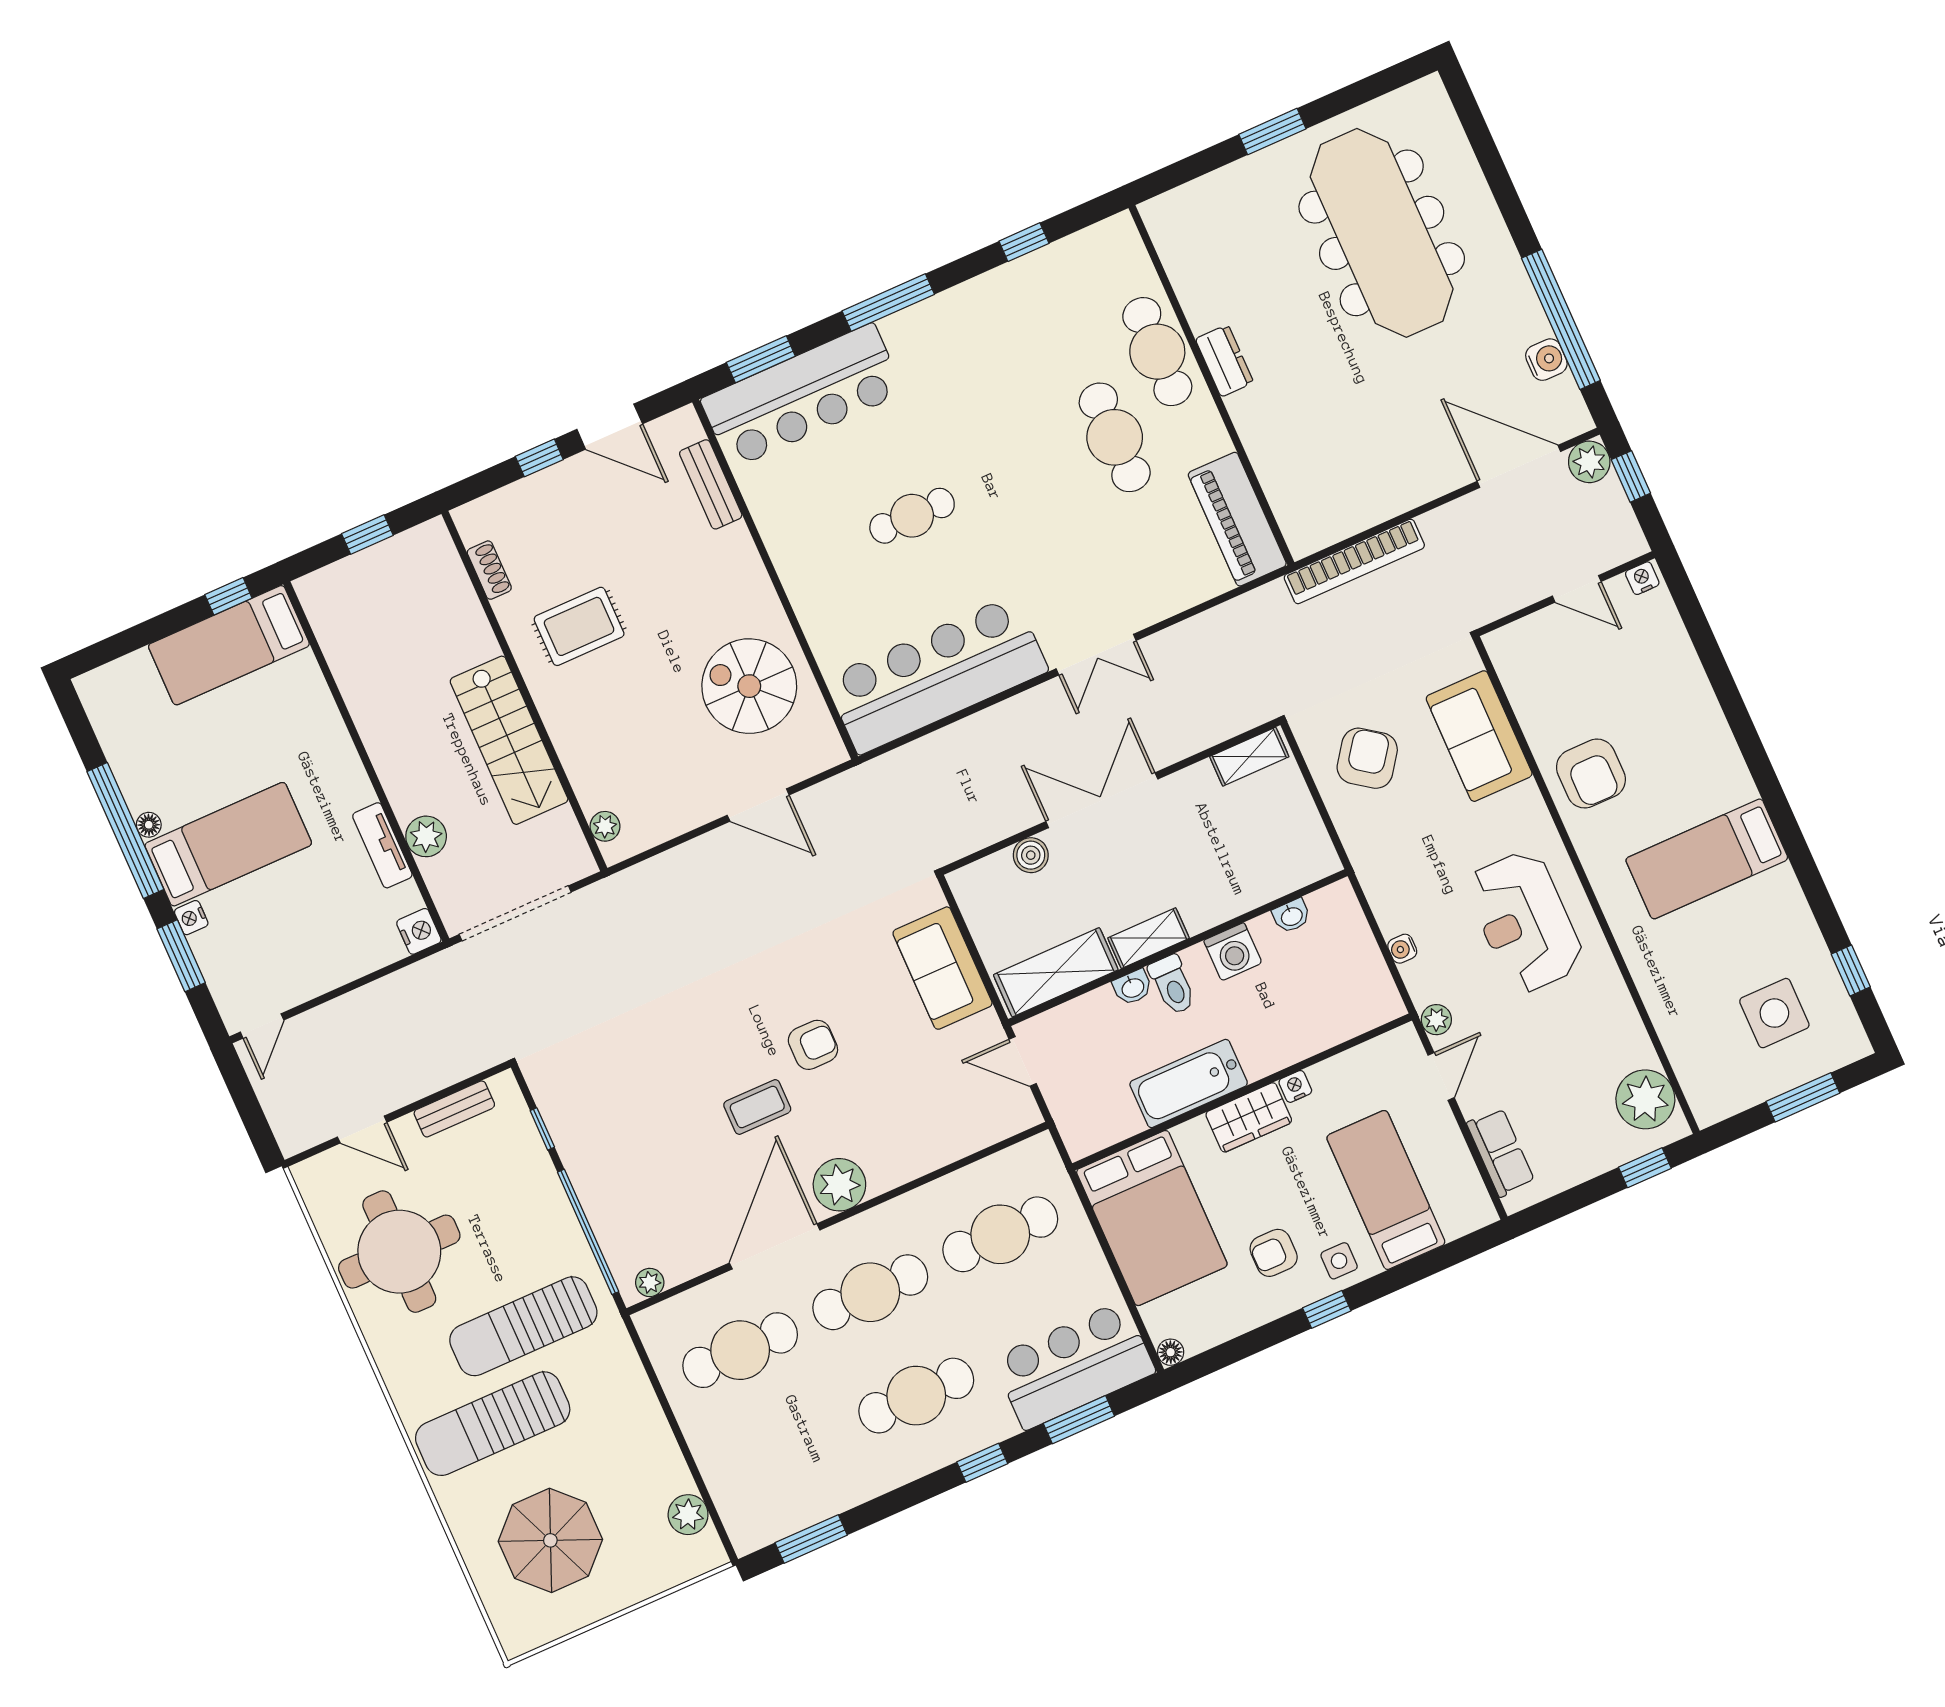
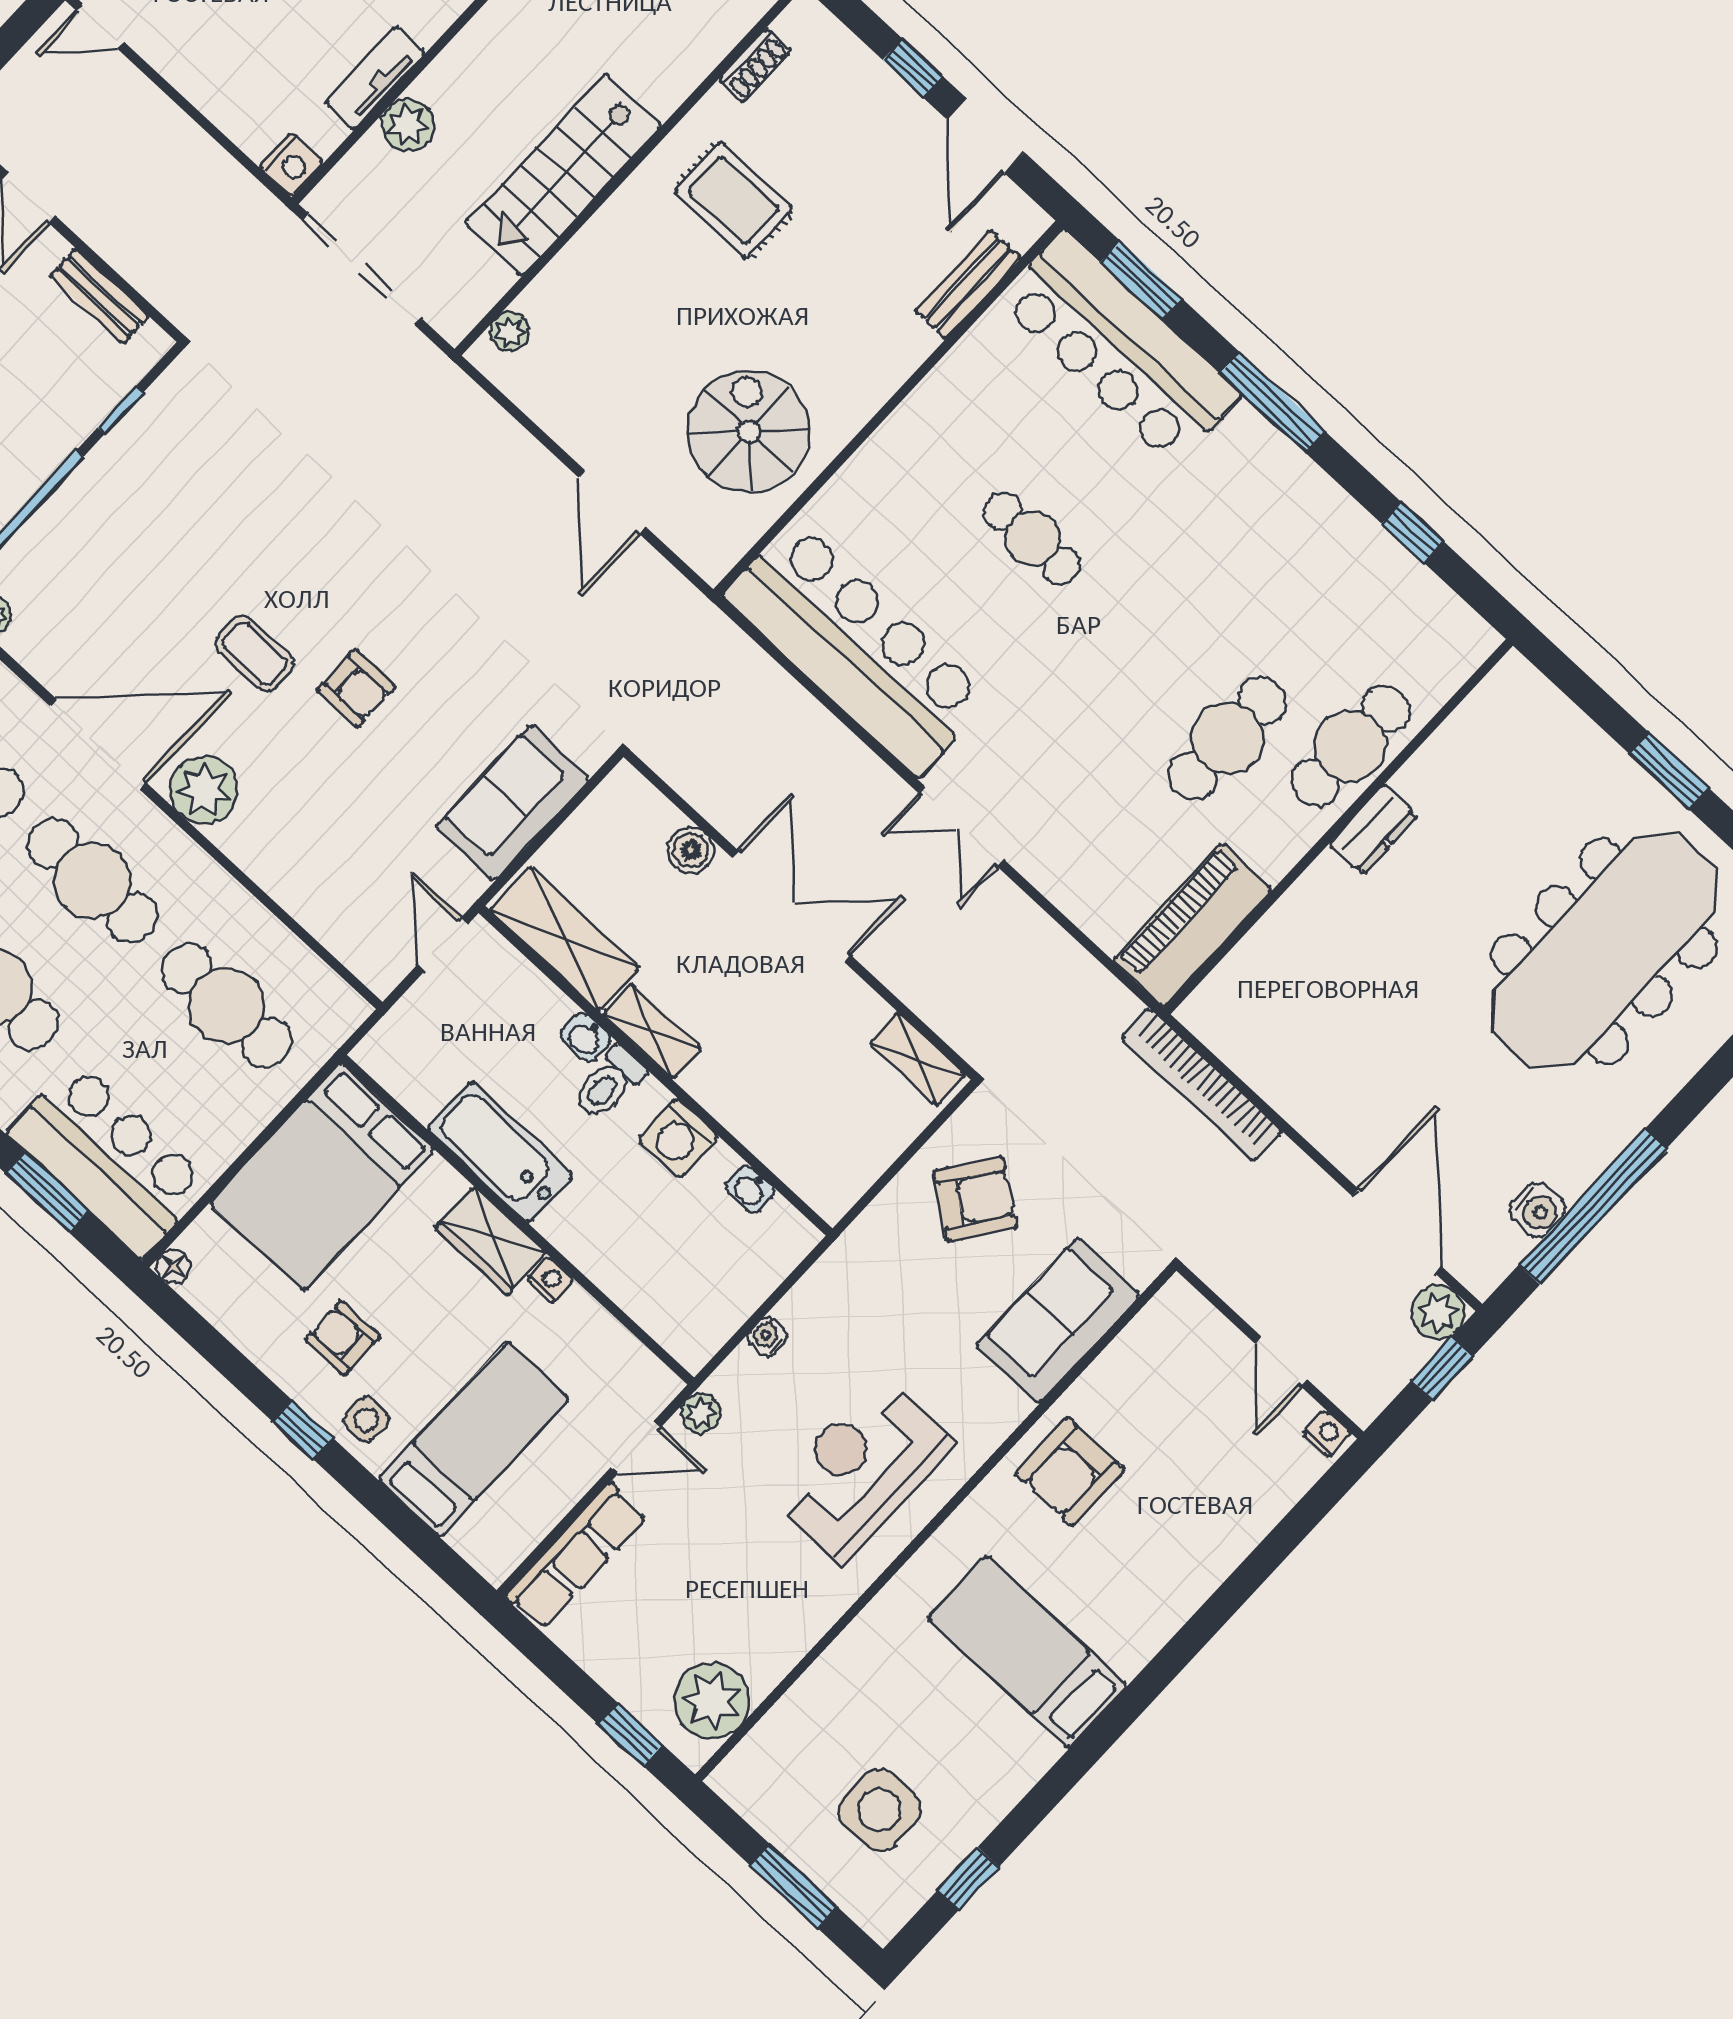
row of seats: (1501, 1152) -> (576, 1556), width x1.48

